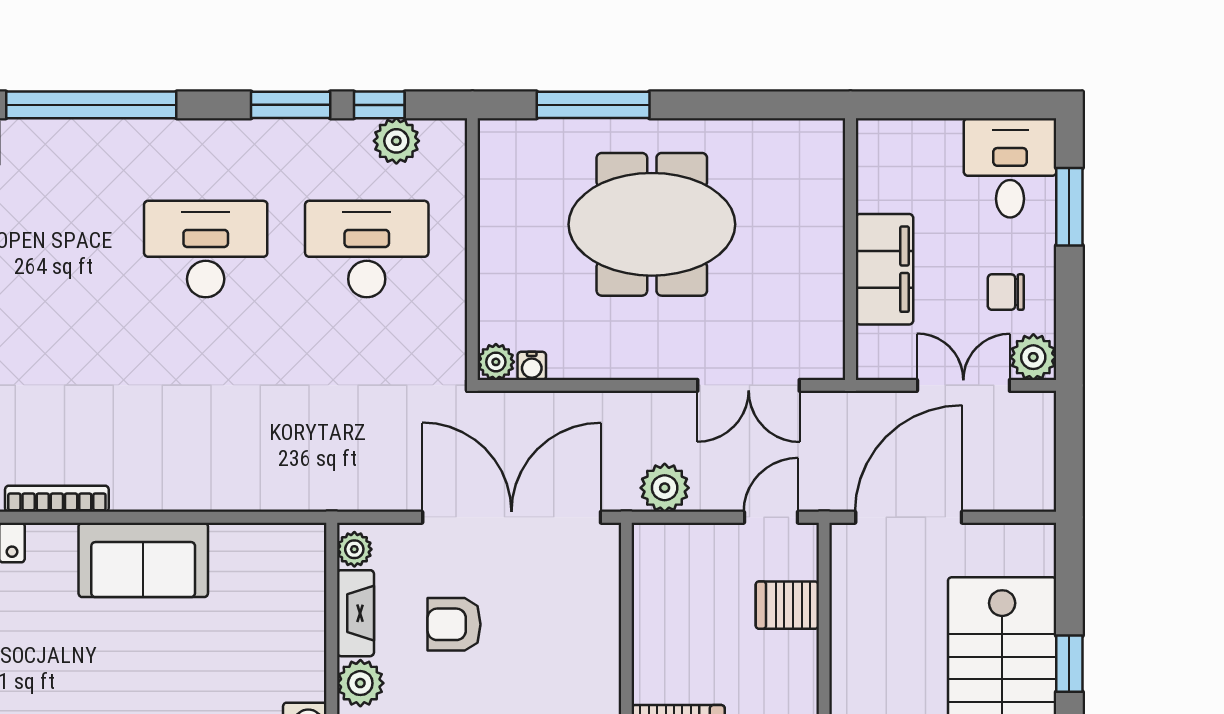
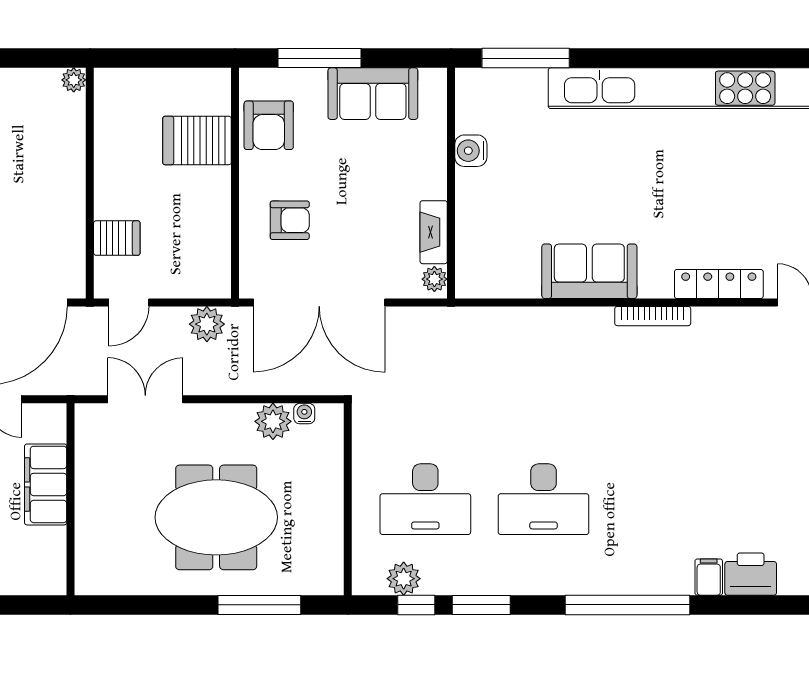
plant: (496, 362) -> (273, 421), moved, width x1.38, depth x1.38
armchair: (454, 624) -> (290, 220), moved
plant: (360, 683) -> (430, 181), removed

